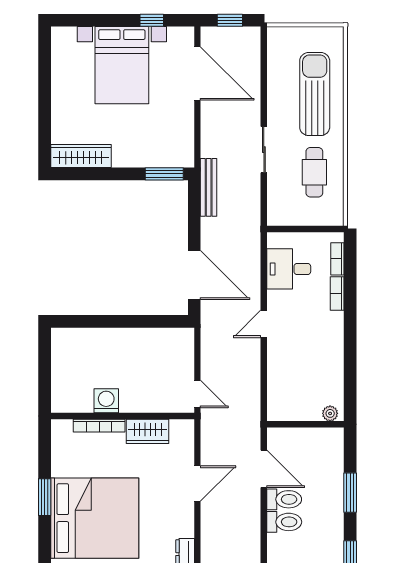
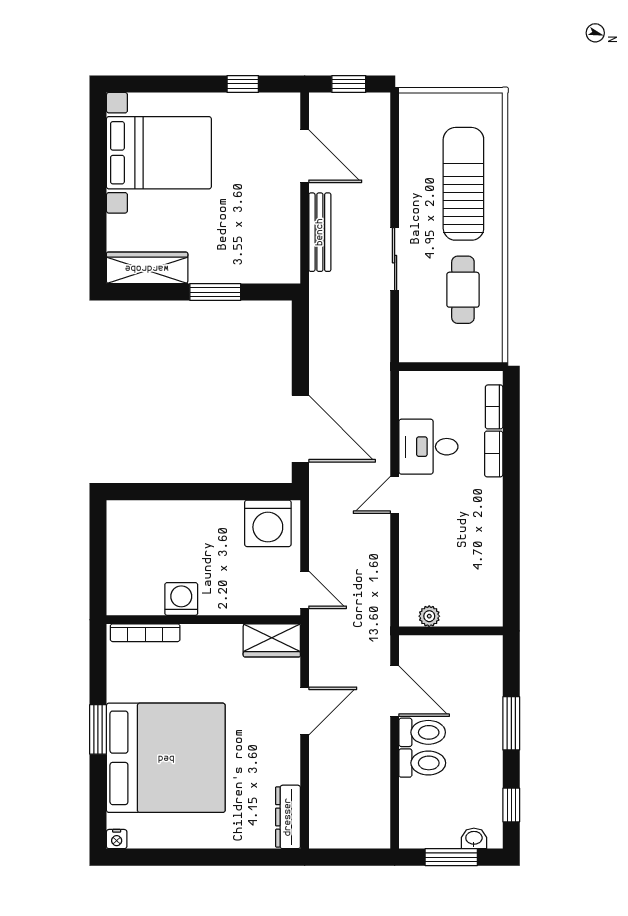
bed with nightstands: (122, 65) -> (159, 153), moved, turned -90
door: (197, 74) -> (305, 156), width x0.73
window: (164, 174) -> (215, 292), moved
bench: (209, 187) -> (320, 232), moved
desk: (289, 269) -> (428, 447), moved
washing machine: (170, 345) -> (268, 523), added
plant: (330, 413) -> (429, 616), moved
bookcase: (99, 426) -> (145, 633), moved
wardrobe: (148, 431) -> (272, 640), moved

